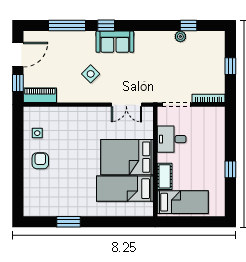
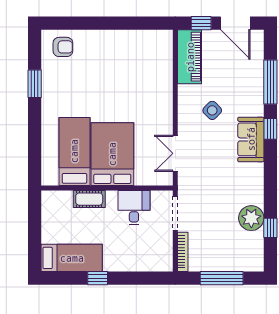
plant: (180, 36) -> (251, 218), width x1.87, depth x1.87
window: (230, 66) -> (222, 278), width x2.17
piano: (40, 95) -> (190, 57), width x1.37, depth x1.33
side table: (37, 133) -> (141, 46), removed
armchair: (40, 161) -> (63, 47), moved
bed: (183, 202) -> (72, 258), moved, turned -90

